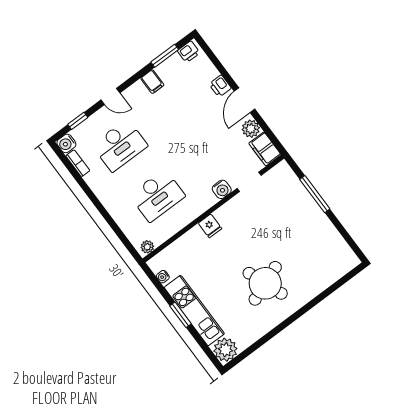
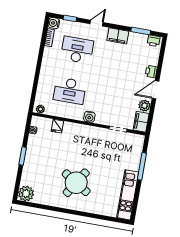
filing cabinet: (152, 82) -> (118, 36), width x2.00
door: (110, 96) -> (96, 23), swing flipped
desk: (120, 145) -> (77, 50), turned 180
water cooler: (222, 189) -> (89, 117), moved
fridge: (210, 226) -> (57, 126), moved
round table: (265, 283) -> (76, 183), turned -37
kitchen unit: (194, 311) -> (128, 195), moved, turned 180

